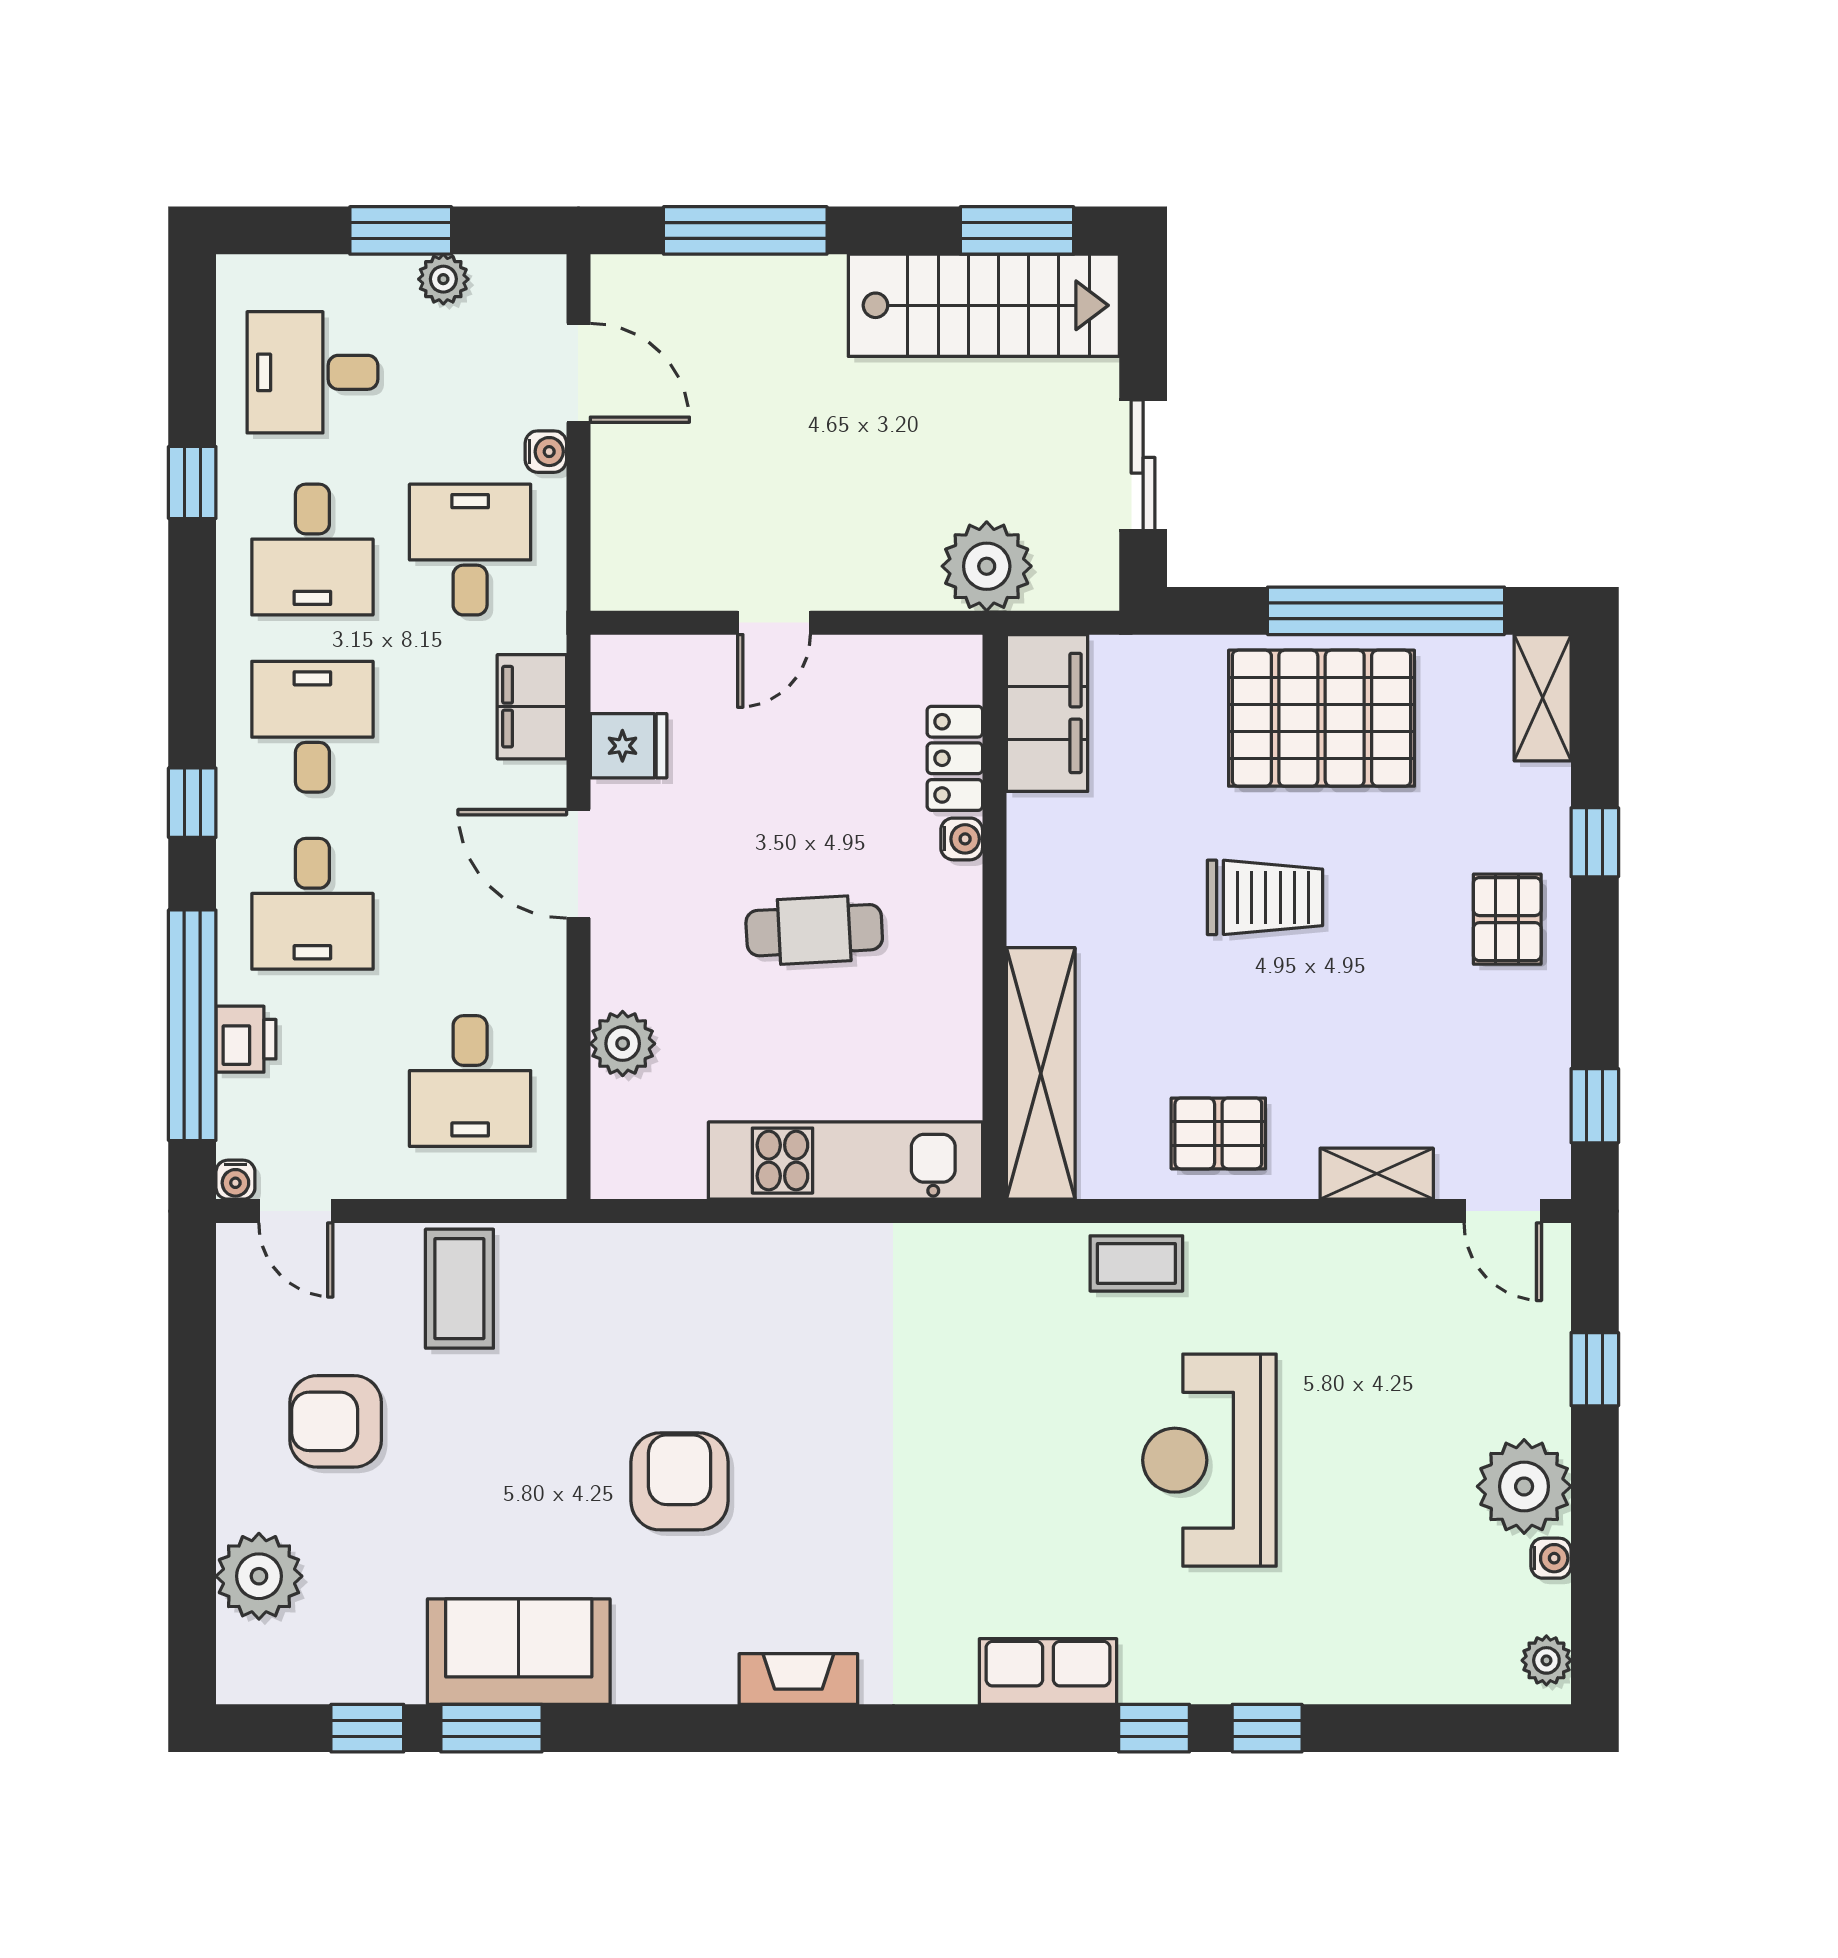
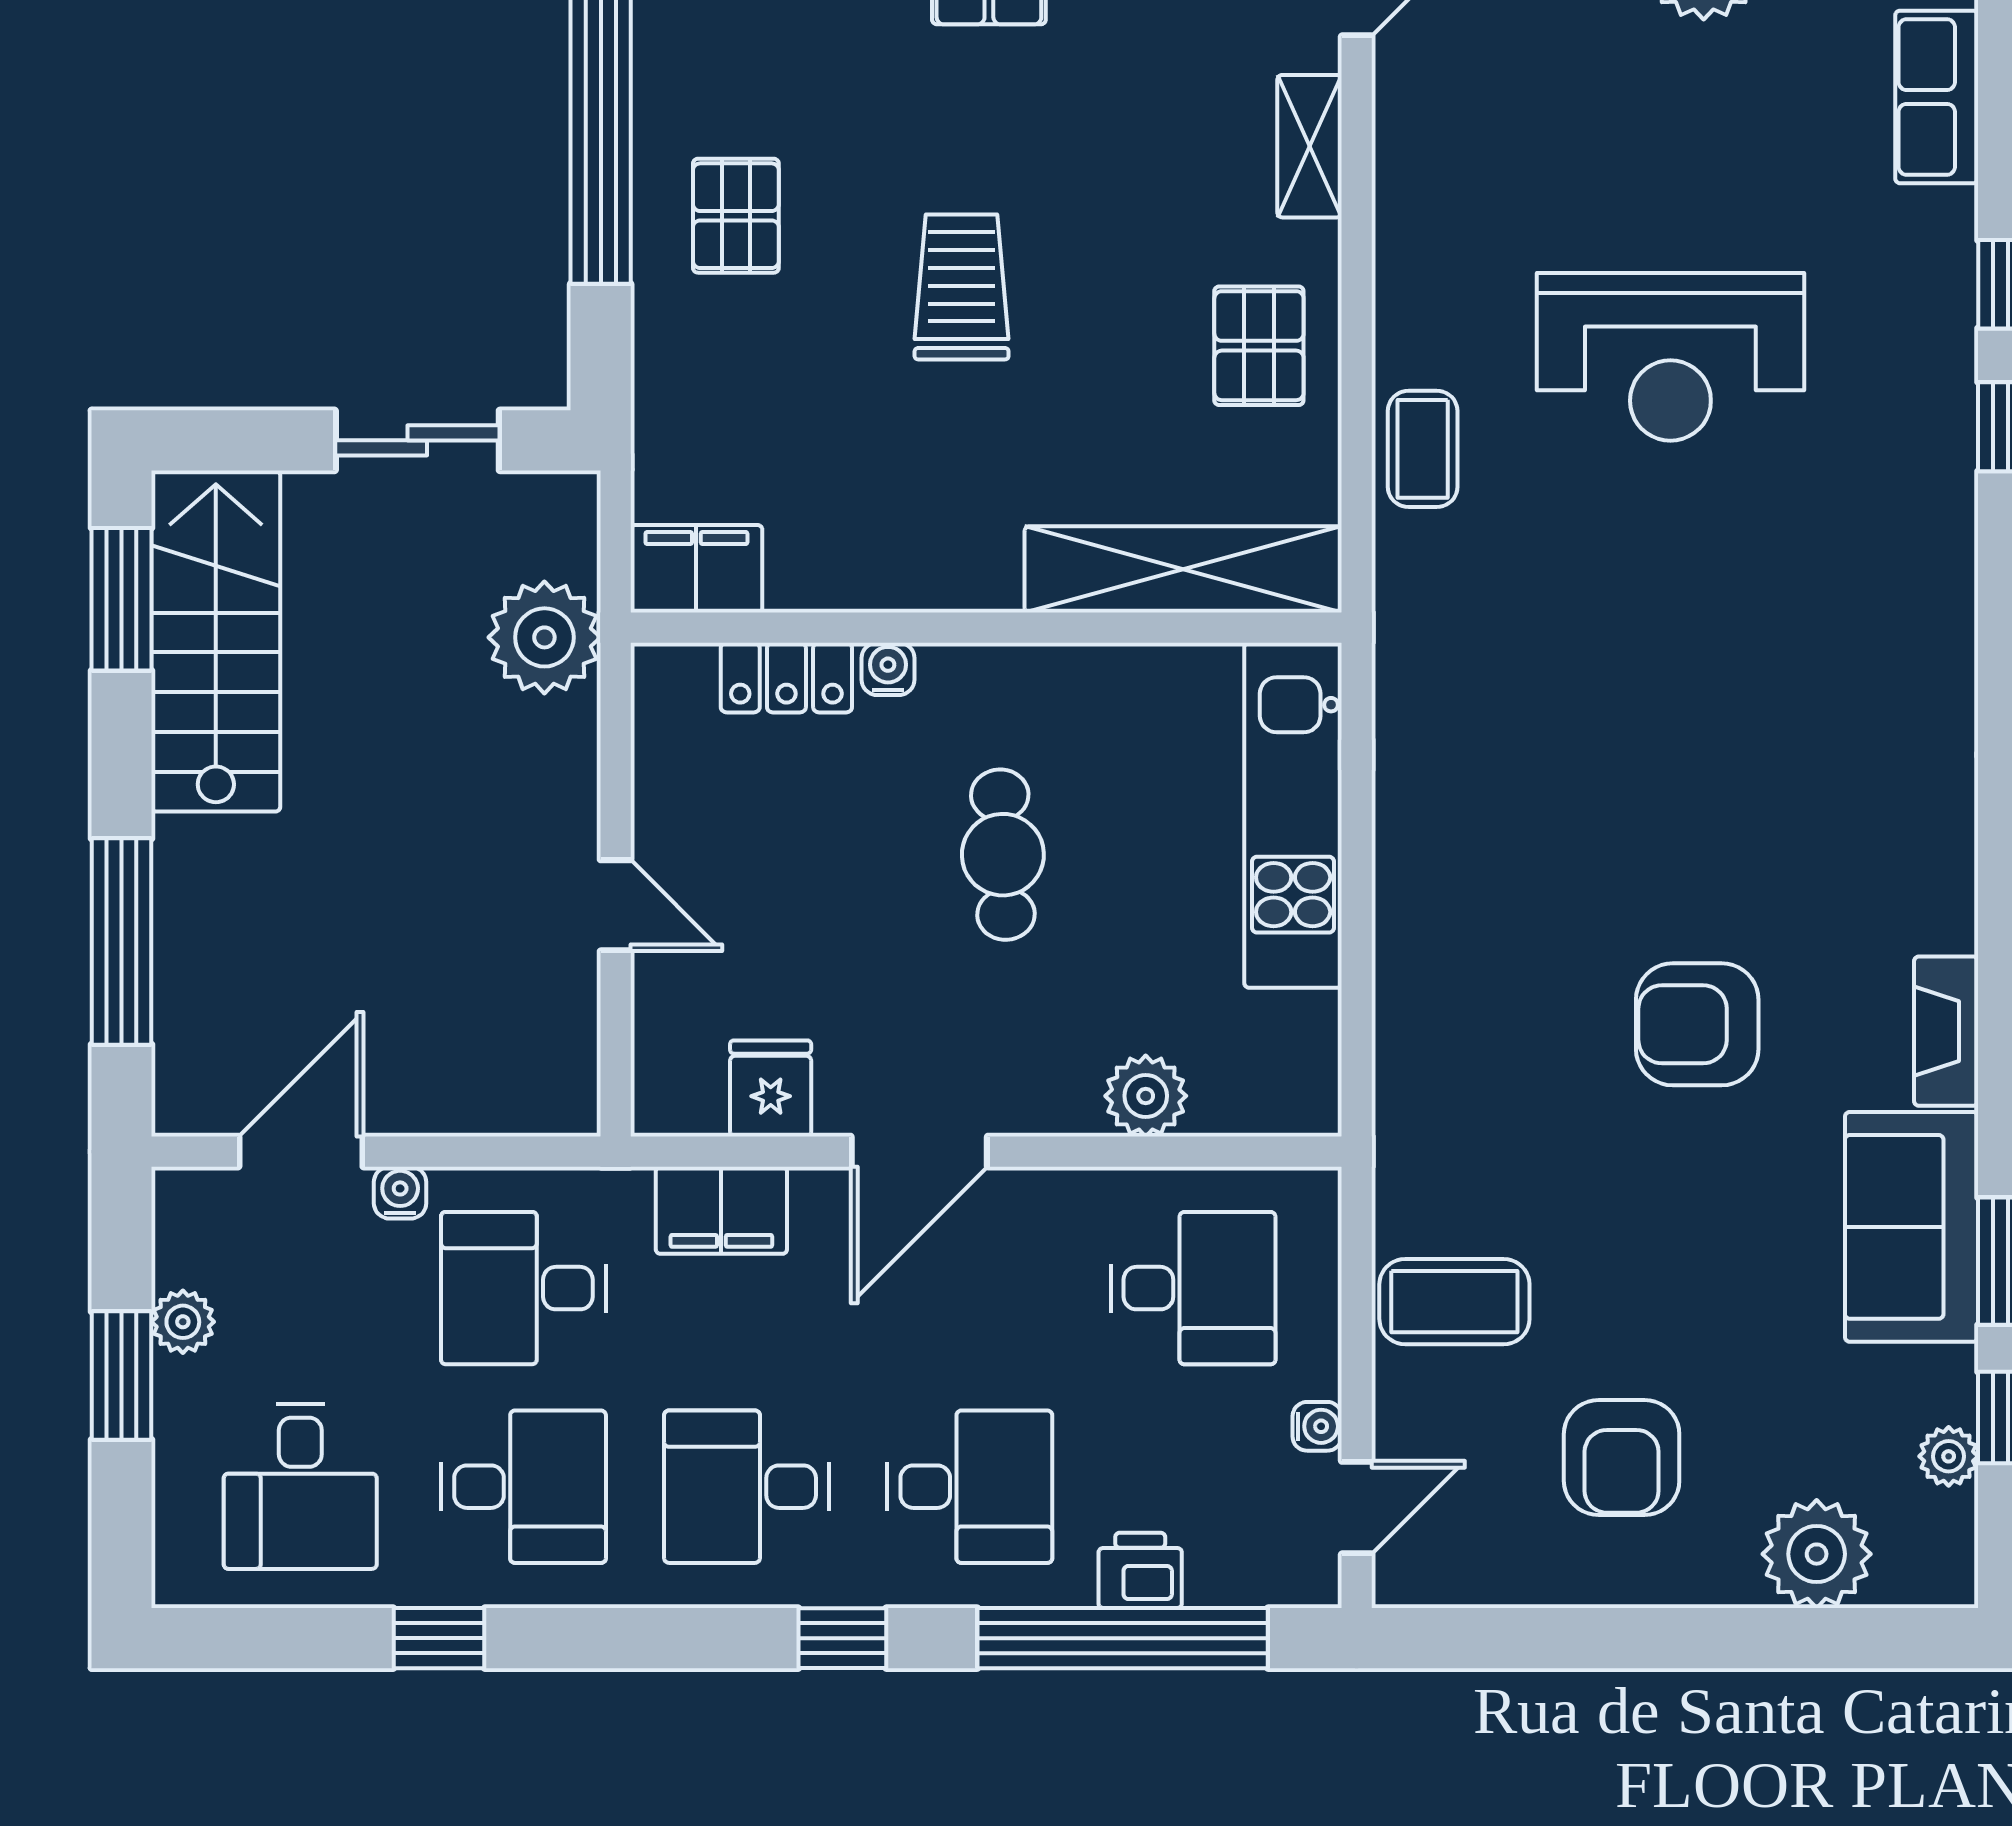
filing cabinet: (1047, 713) -> (696, 569), width x0.67, depth x0.86
pallet: (1322, 718) -> (736, 216), width x0.49, depth x0.50
water cooler: (235, 1180) -> (1317, 1426), moved
row of seats: (1048, 1672) -> (1937, 97), moved
fireplace: (798, 1679) -> (1946, 1031), moved
plant: (337, 1681) -> (1949, 1456), added

